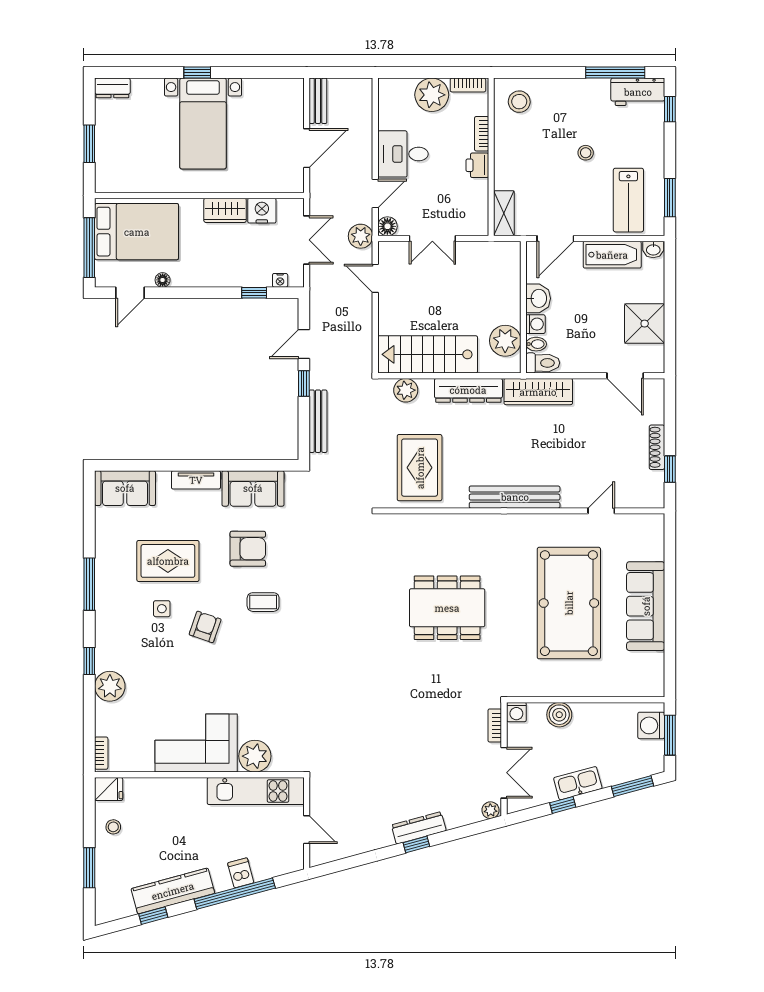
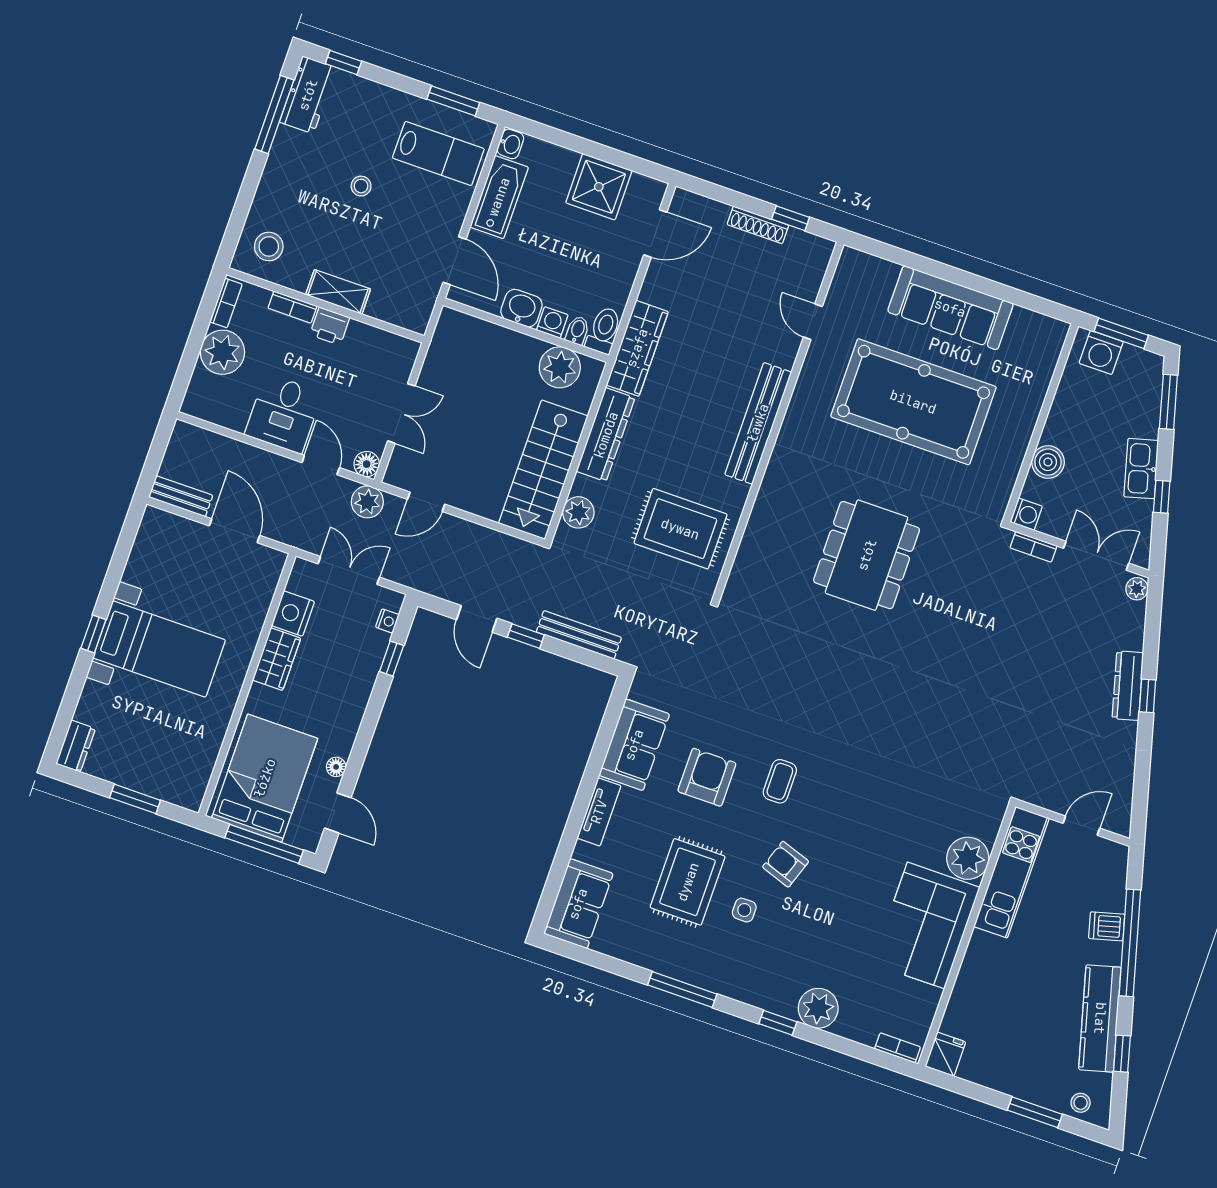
shelving: (504, 213) -> (338, 292), moved
stool: (113, 827) -> (1081, 1103), moved

